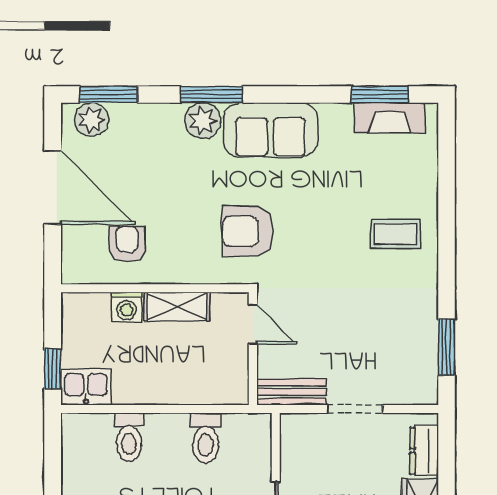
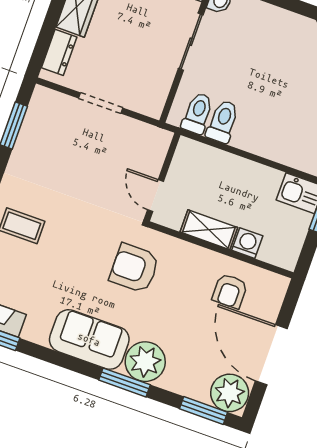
plant: (91, 120) -> (230, 393), width x1.36, depth x1.36
plant: (203, 121) -> (145, 362), width x1.36, depth x1.36
armchair: (248, 231) -> (134, 268), turned 180
bench: (291, 392) -> (145, 133), removed
toilet: (129, 437) -> (197, 113), moved

